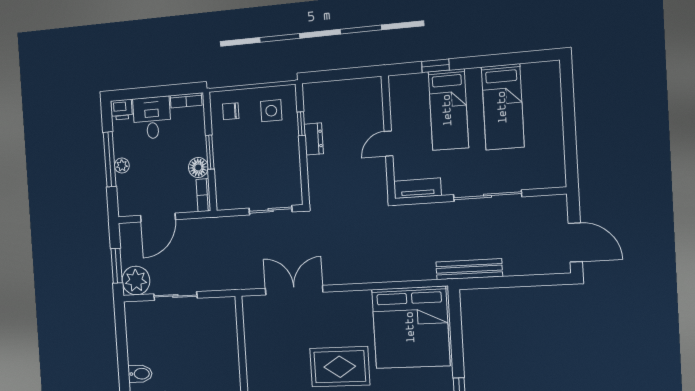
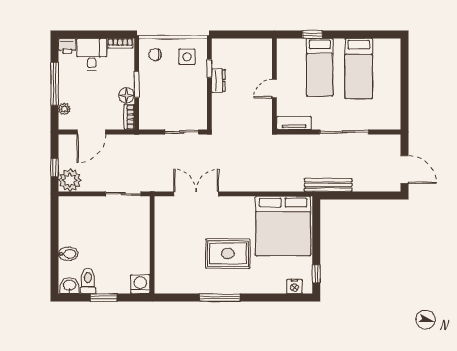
plant: (122, 166) -> (64, 109), moved
window: (117, 266) -> (55, 168), width x0.67
sliding door: (175, 296) -> (123, 194), moved

